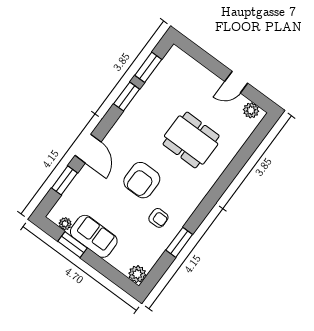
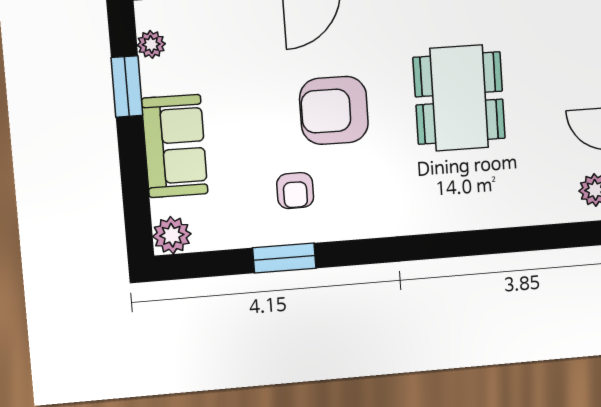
dining table: (191, 140) -> (459, 98), moved
sofa: (94, 236) -> (175, 146), moved

